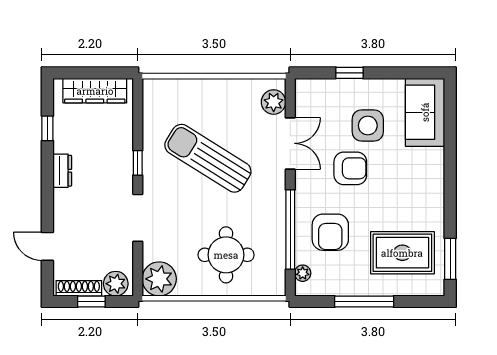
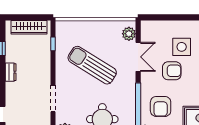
window: (349, 73) -> (171, 17), removed
window: (138, 163) -> (53, 44), moved

